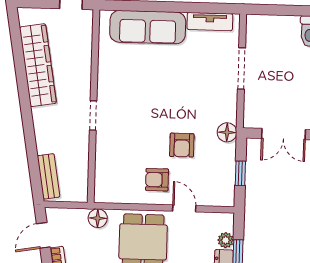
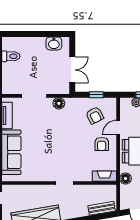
floor lamp: (227, 132) -> (59, 103), moved
armchair: (182, 145) -> (95, 115), moved, turned 63
fireplace: (103, 183) -> (104, 176), added

